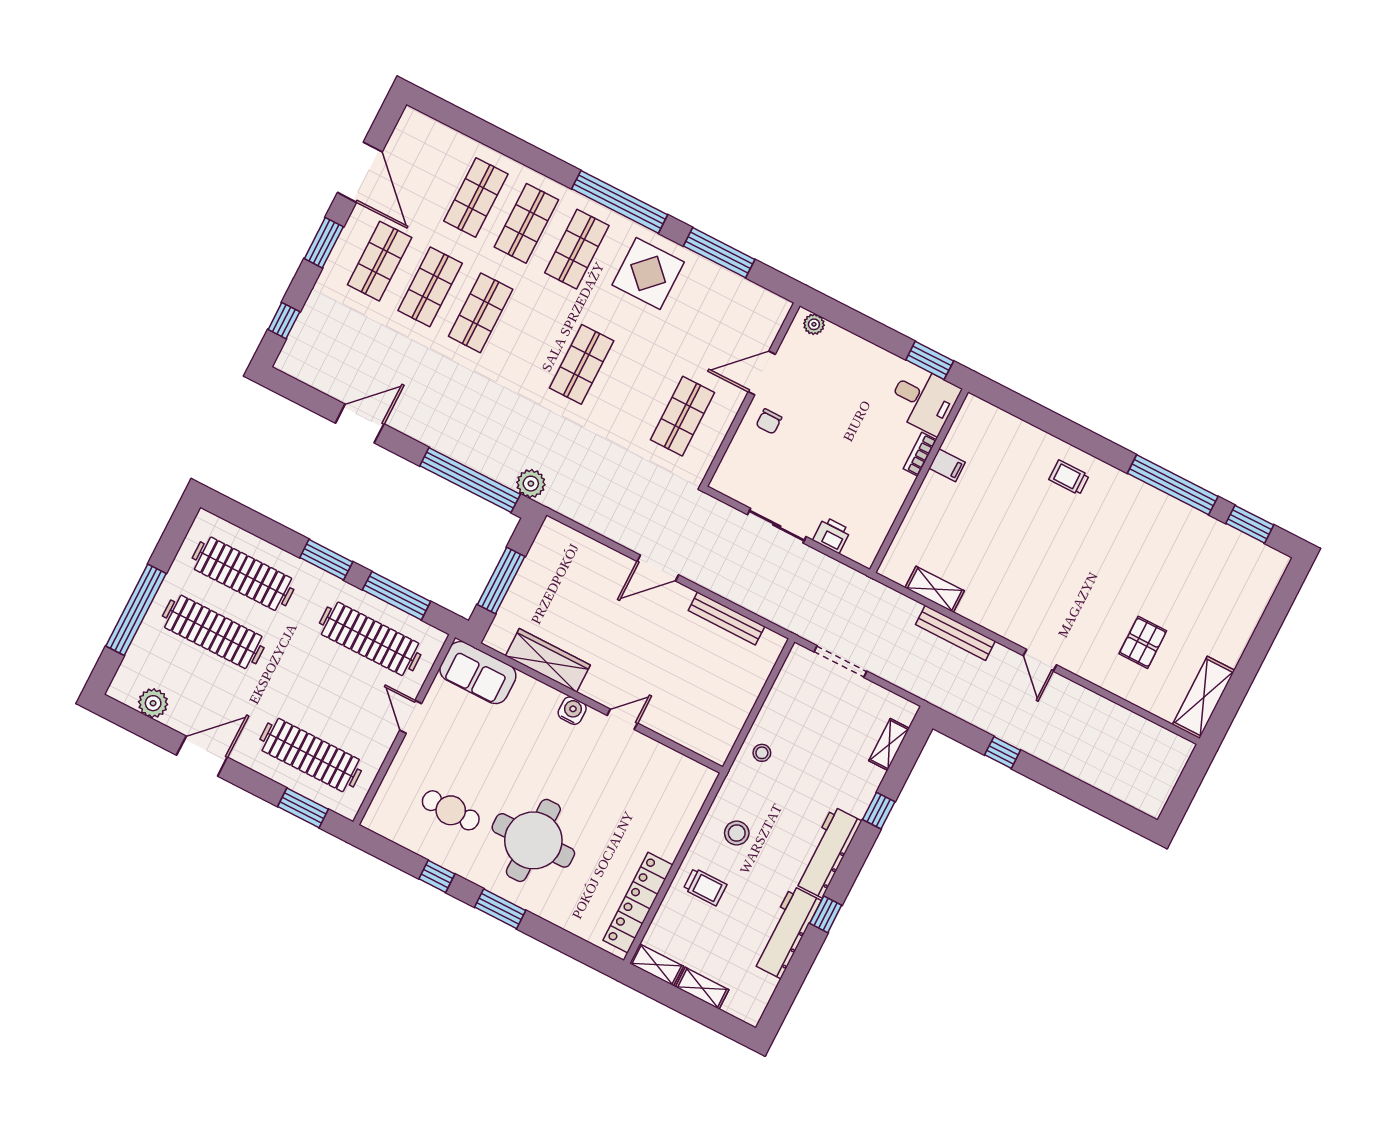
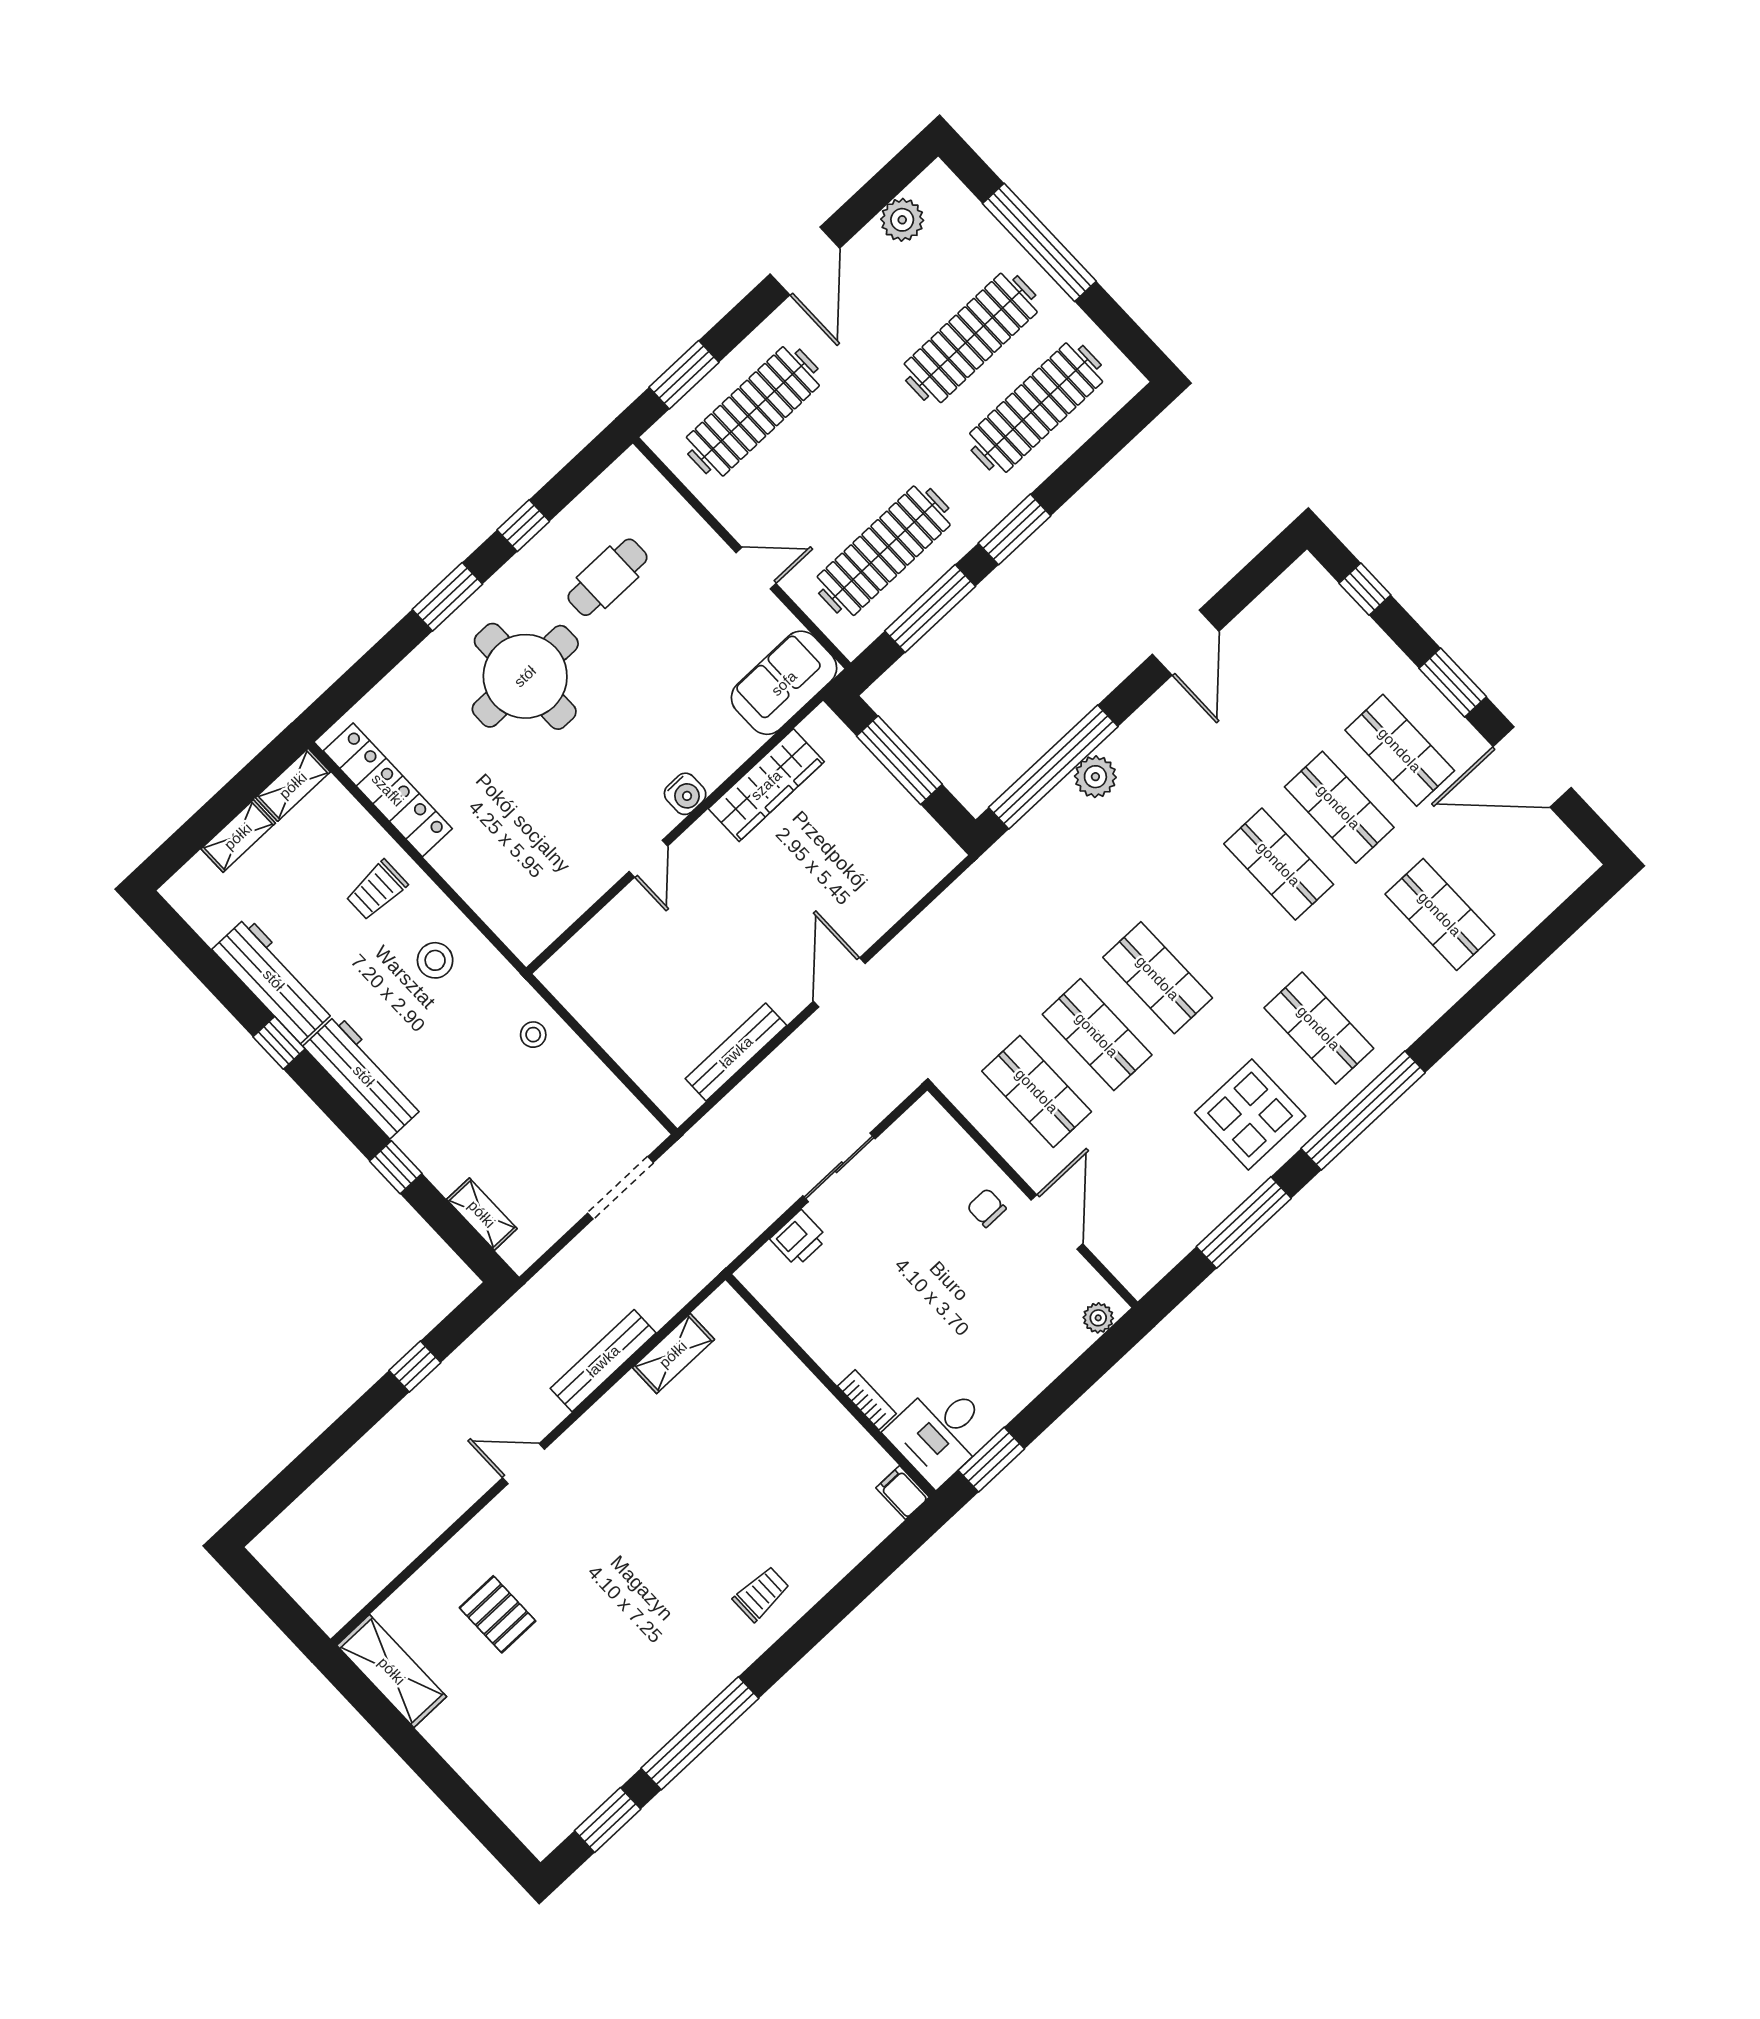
shop shelf: (526, 223) -> (1097, 1035), moved
filing cabinet: (947, 465) -> (903, 1492), moved, turned 90
plant: (531, 484) -> (1095, 777), moved

